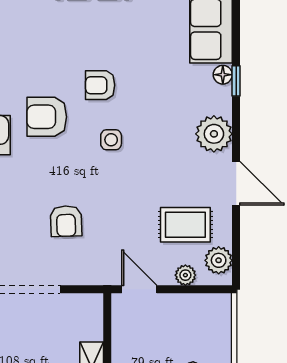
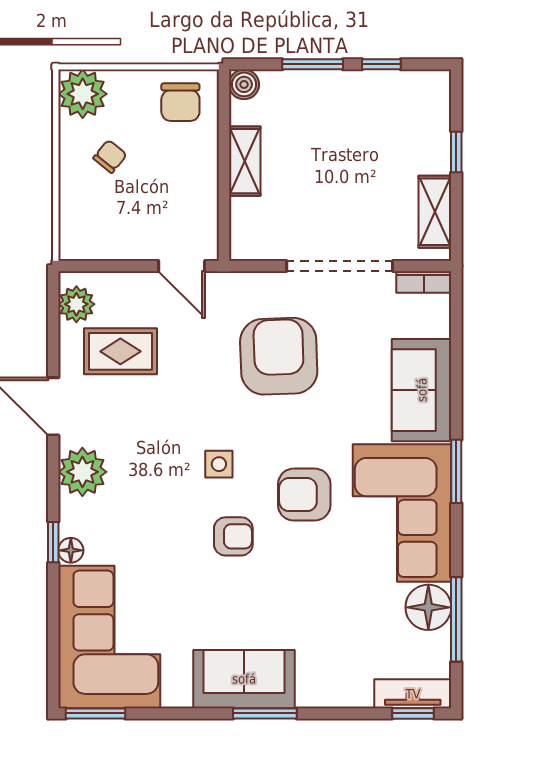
armchair: (47, 117) -> (304, 495), turned 180
armchair: (66, 221) -> (279, 356), width x1.88, depth x1.88
plant: (185, 275) -> (120, 285), removed

